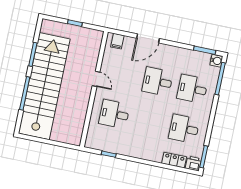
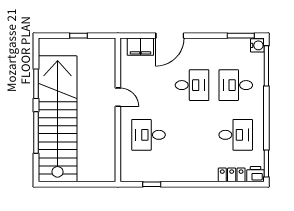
filing cabinet: (117, 41) -> (140, 47), width x2.00
desk: (157, 82) -> (192, 85), turned 180
desk: (184, 129) -> (236, 135), turned 180

